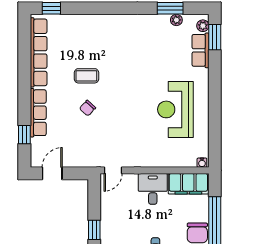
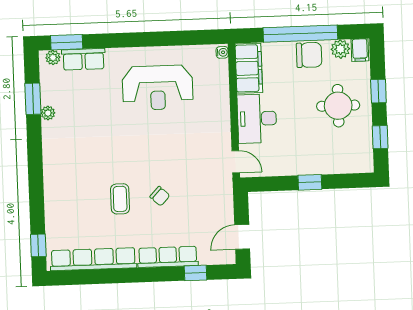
plant: (176, 20) -> (48, 113), moved
door: (52, 173) -> (242, 237), hinge flipped
desk: (153, 189) -> (257, 119), width x1.37

